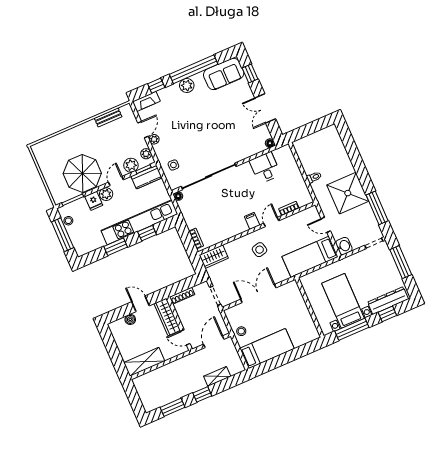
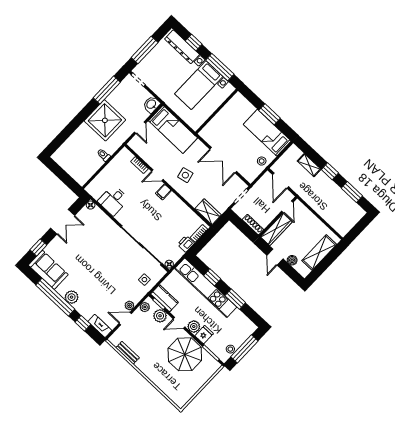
printer: (191, 221) -> (186, 244), added
door: (214, 342) -> (281, 181), hinge flipped
window: (284, 359) -> (270, 114), added
shelving: (144, 362) -> (319, 252), moved, turned 90

